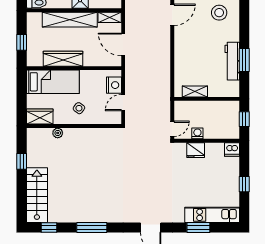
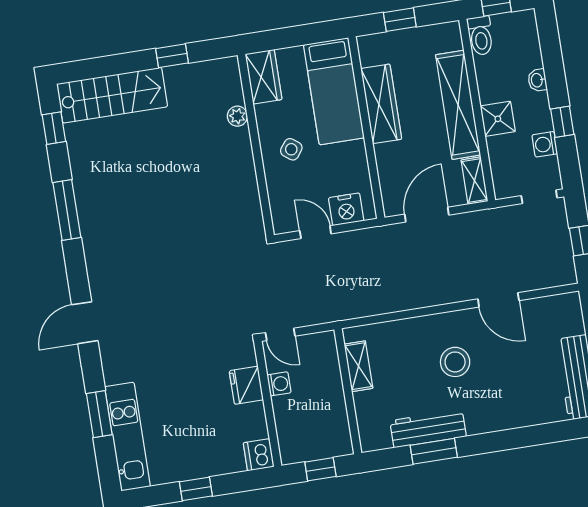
stool: (219, 13) -> (455, 362), moved

